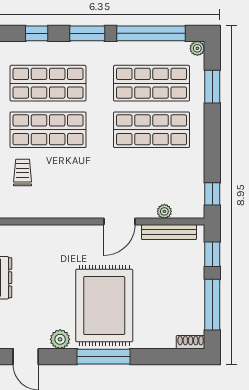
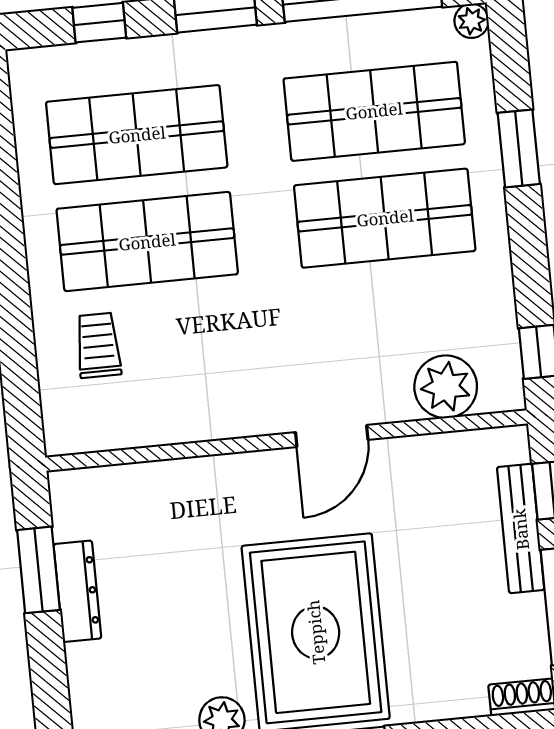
window: (212, 87) -> (519, 148), moved
plant: (164, 211) -> (446, 387), width x1.88, depth x1.88
bench: (169, 232) -> (521, 529), moved, turned 90

